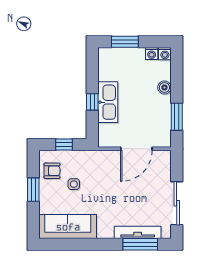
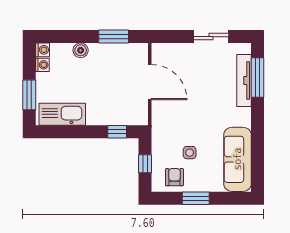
window: (92, 102) -> (117, 132), moved
kitchen sink: (108, 102) -> (62, 114), moved
sliding door: (177, 203) -> (211, 37), width x0.73

